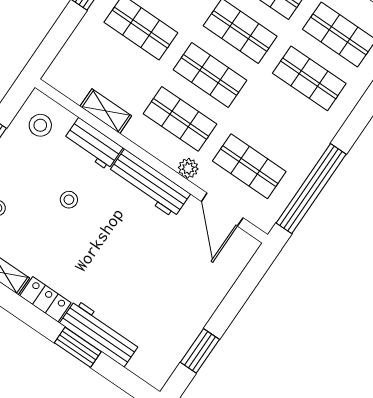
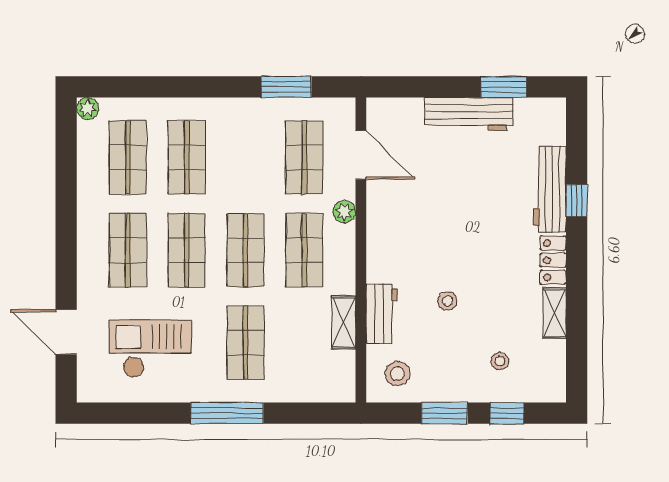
workbench: (149, 184) -> (469, 114), moved, turned 90
window: (311, 189) -> (286, 87), width x0.47
door: (222, 210) -> (361, 155), hinge flipped
window: (78, 347) -> (577, 201), width x0.67

